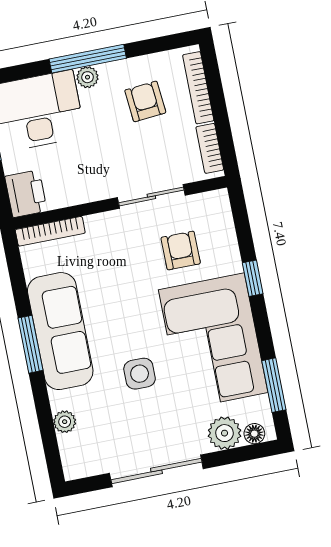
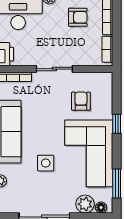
armchair: (145, 101) -> (78, 17), turned 95
sliding door: (151, 196) -> (54, 69), moved

